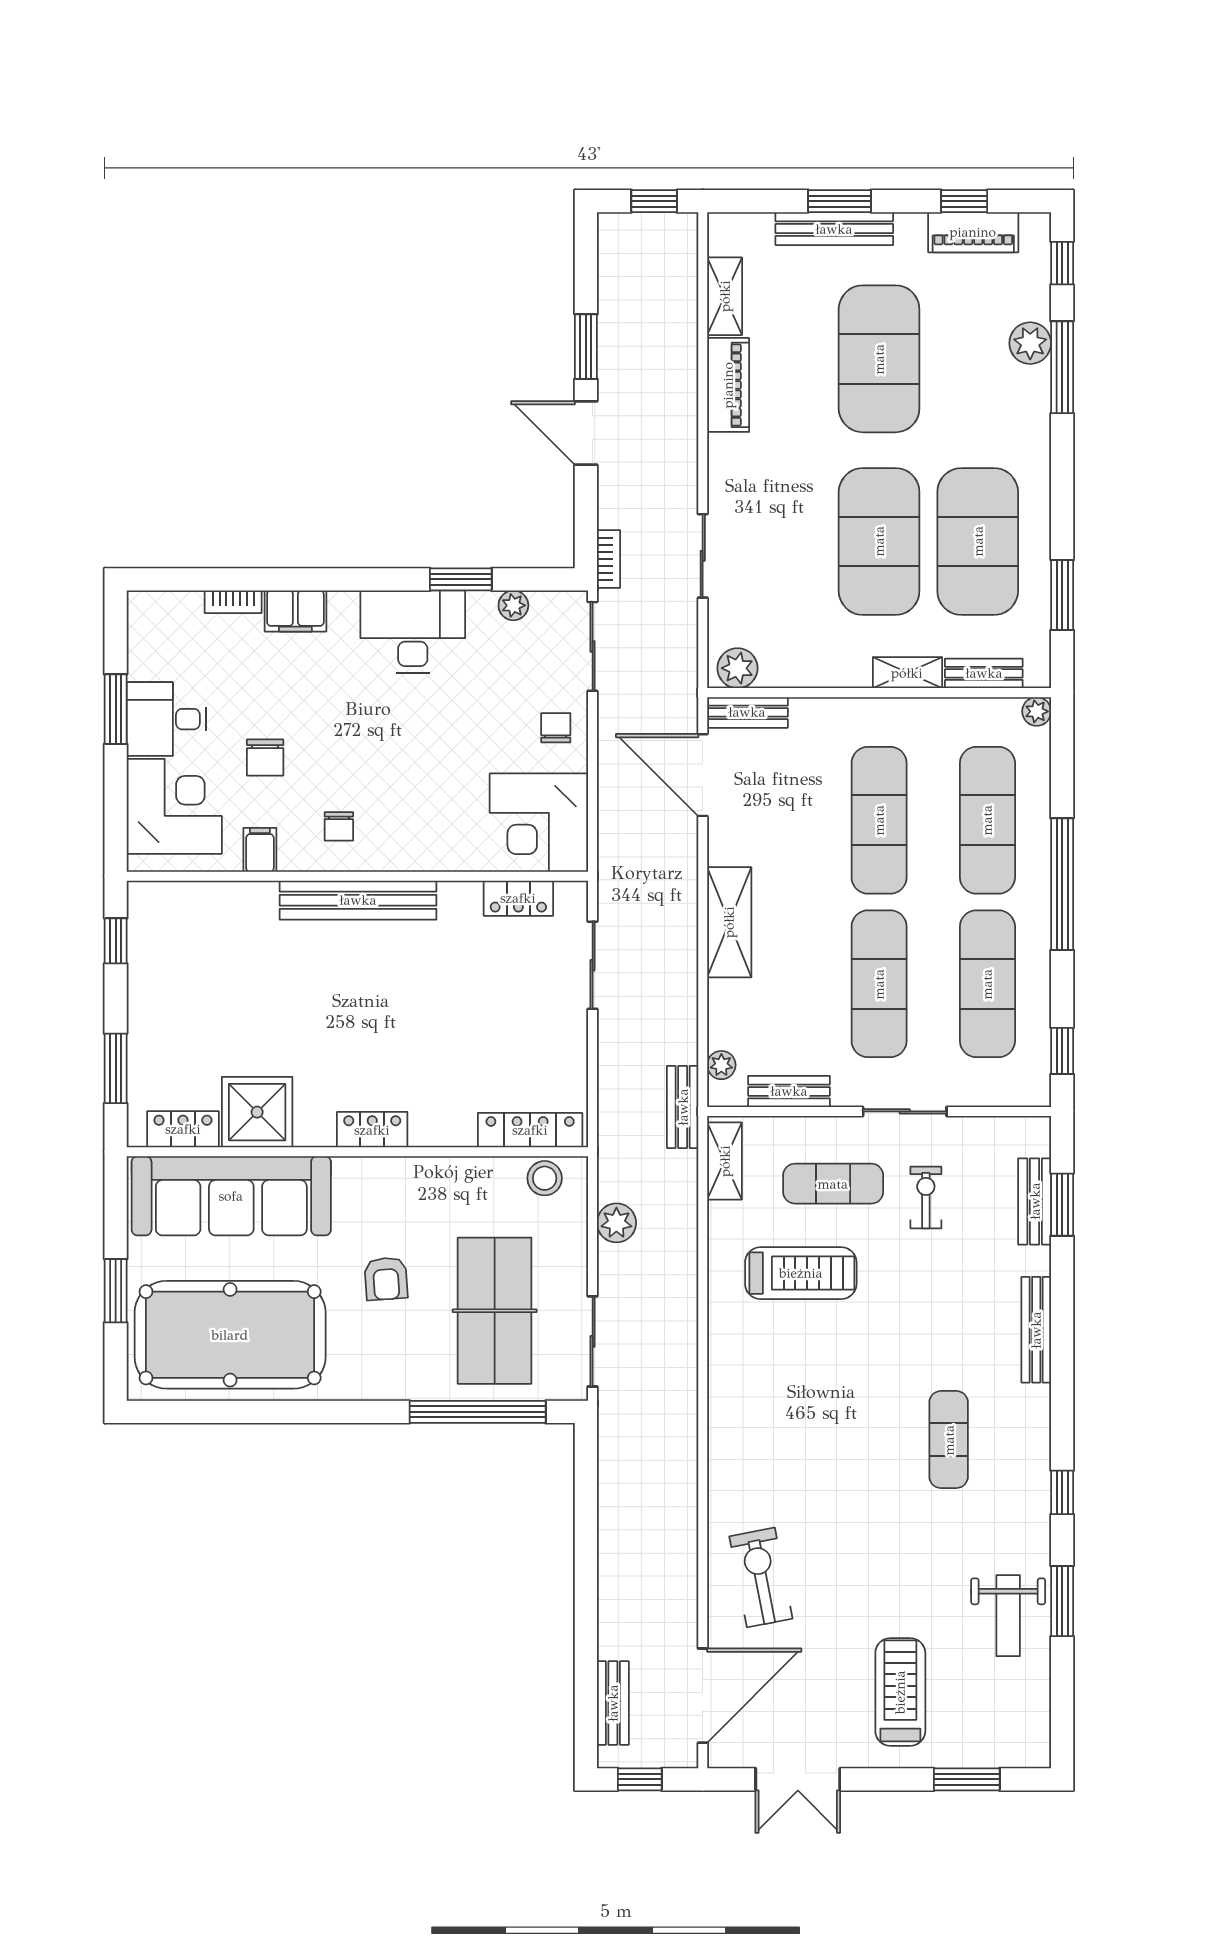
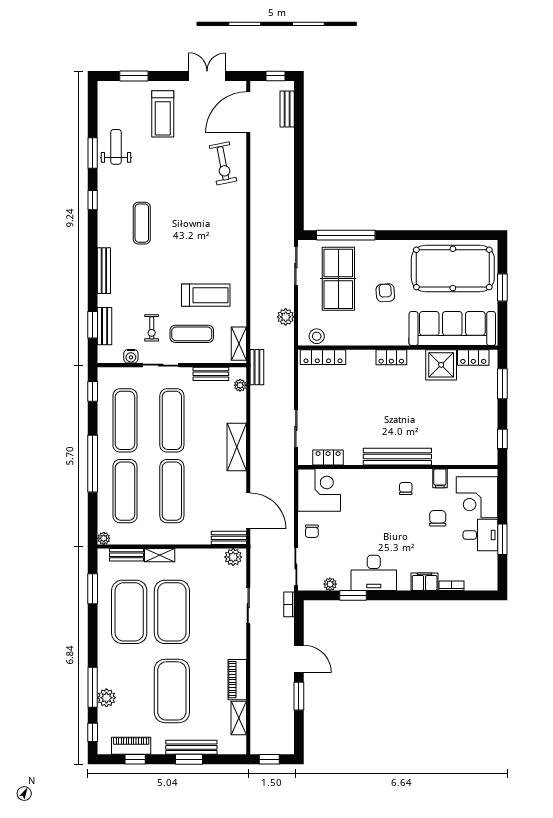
water cooler: (974, 1132) -> (131, 356), added
treadmill: (801, 1273) -> (206, 295), turned 180

